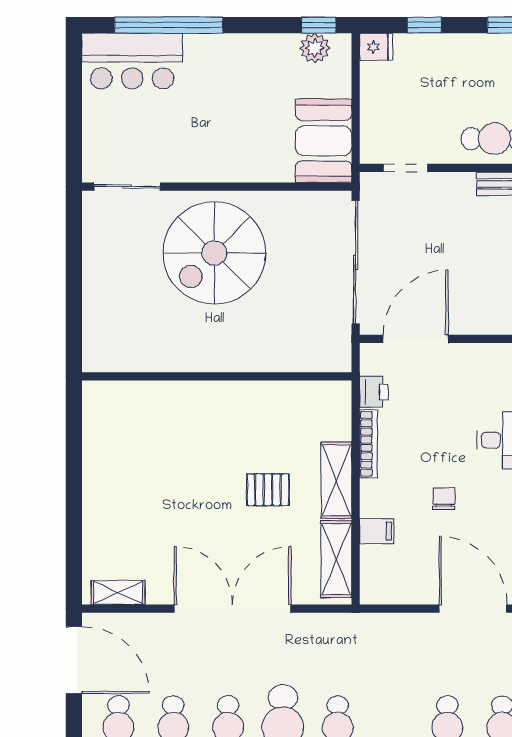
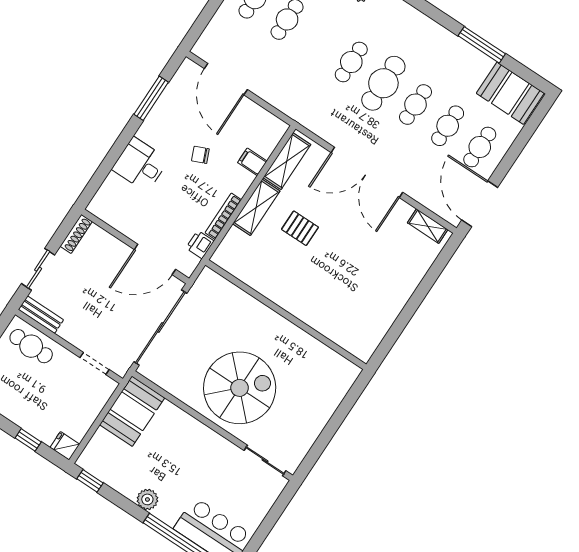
plant: (315, 48) -> (147, 499), moved
chair: (444, 499) -> (200, 155), turned 67

